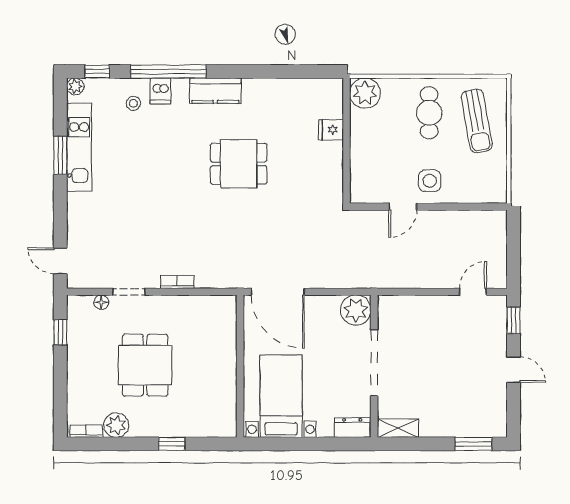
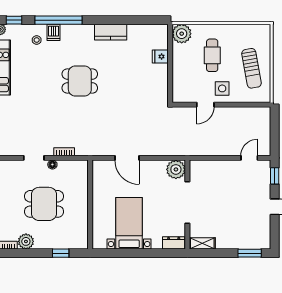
kitchen counter: (215, 91) -> (111, 32), moved
cafe table: (429, 113) -> (212, 55), moved
sun lounger: (477, 121) -> (252, 68), moved
dining table: (239, 164) -> (80, 81), moved
door: (278, 292) -> (127, 158), width x0.73
floor lamp: (101, 302) -> (52, 165), moved
dining table: (145, 365) -> (44, 204), turned 90
wall: (240, 366) -> (90, 205), moved

